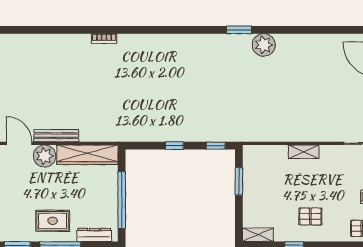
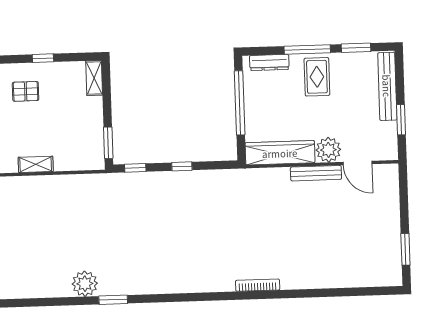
bookcase: (104, 39) -> (258, 285), width x1.56
window: (239, 181) -> (108, 143), moved
rug: (53, 221) -> (317, 77), turned 90
shelving: (258, 235) -> (94, 78), moved, turned 90

